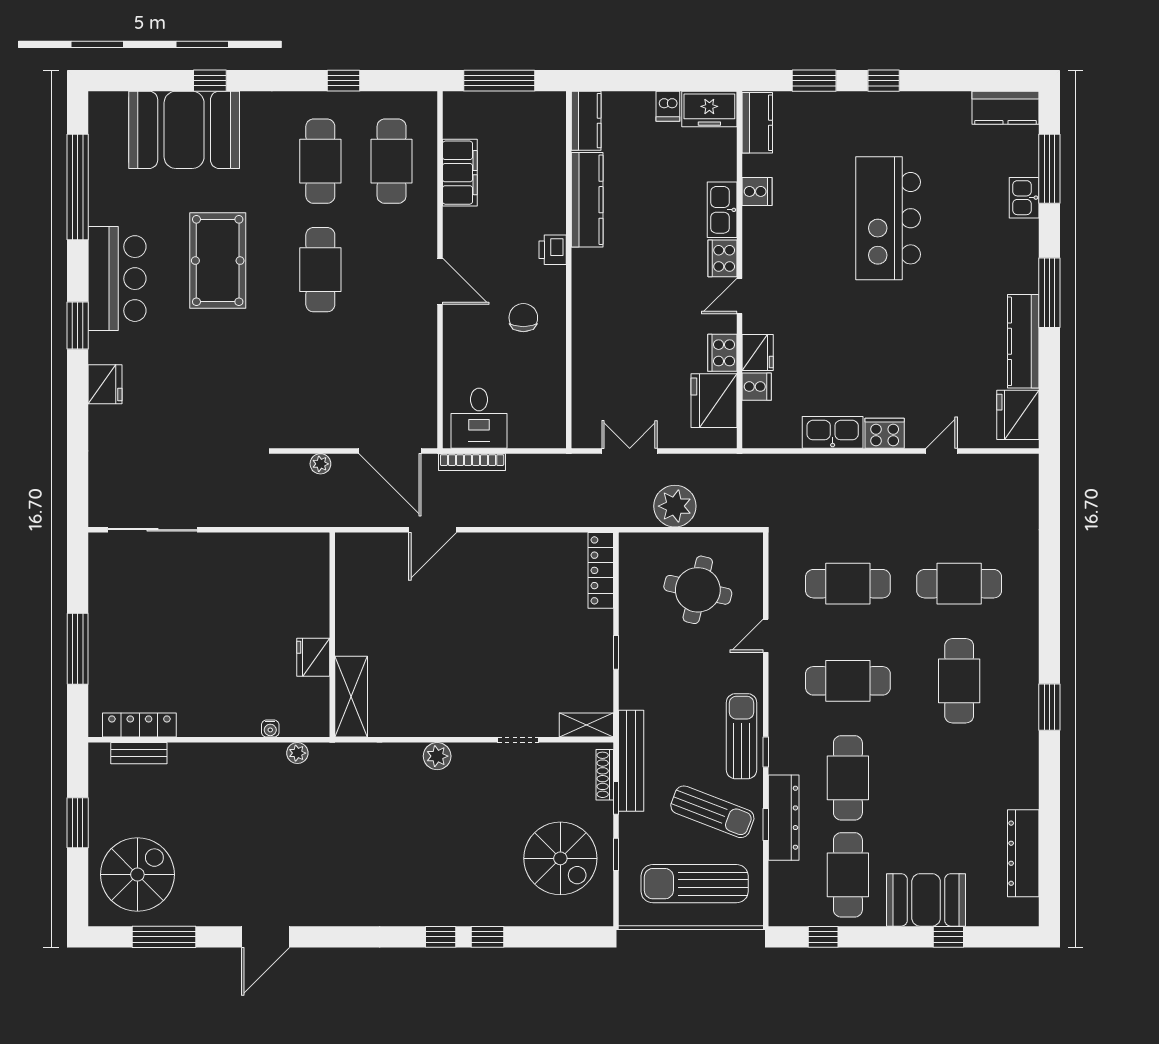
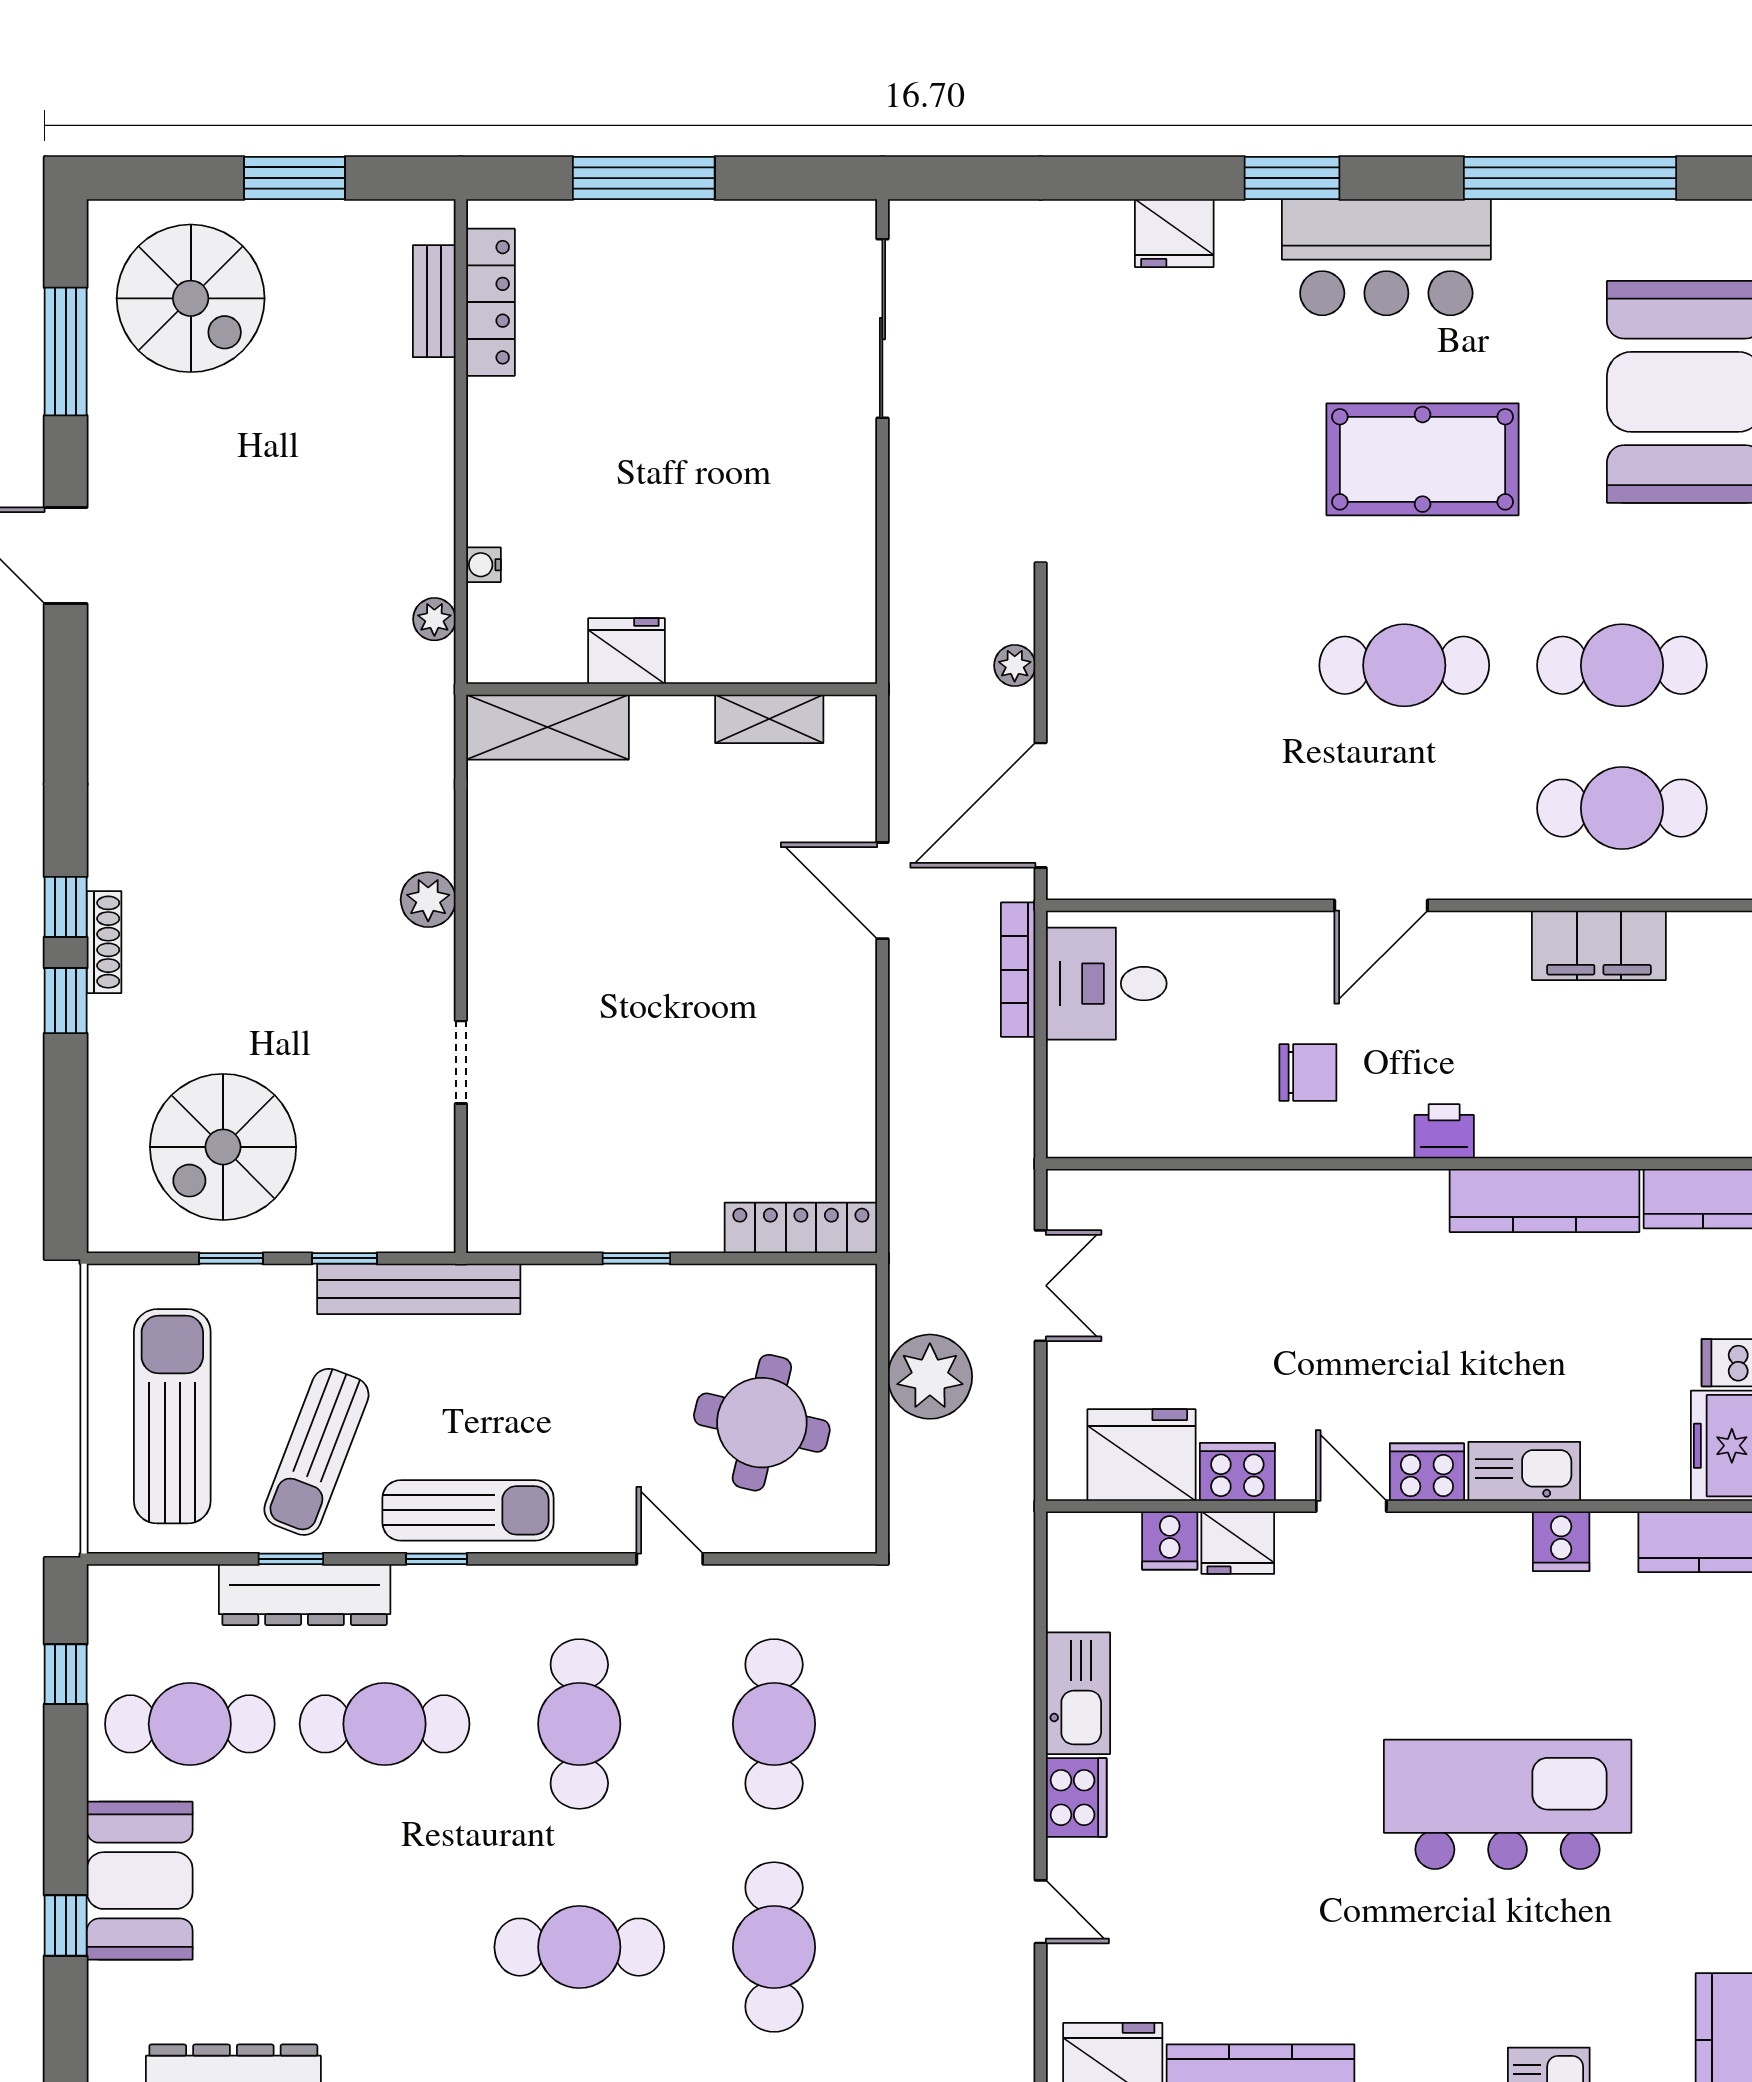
shelving: (586, 725) -> (769, 719), moved, turned 90
shoe rack: (605, 775) -> (104, 942), moved, turned 90

